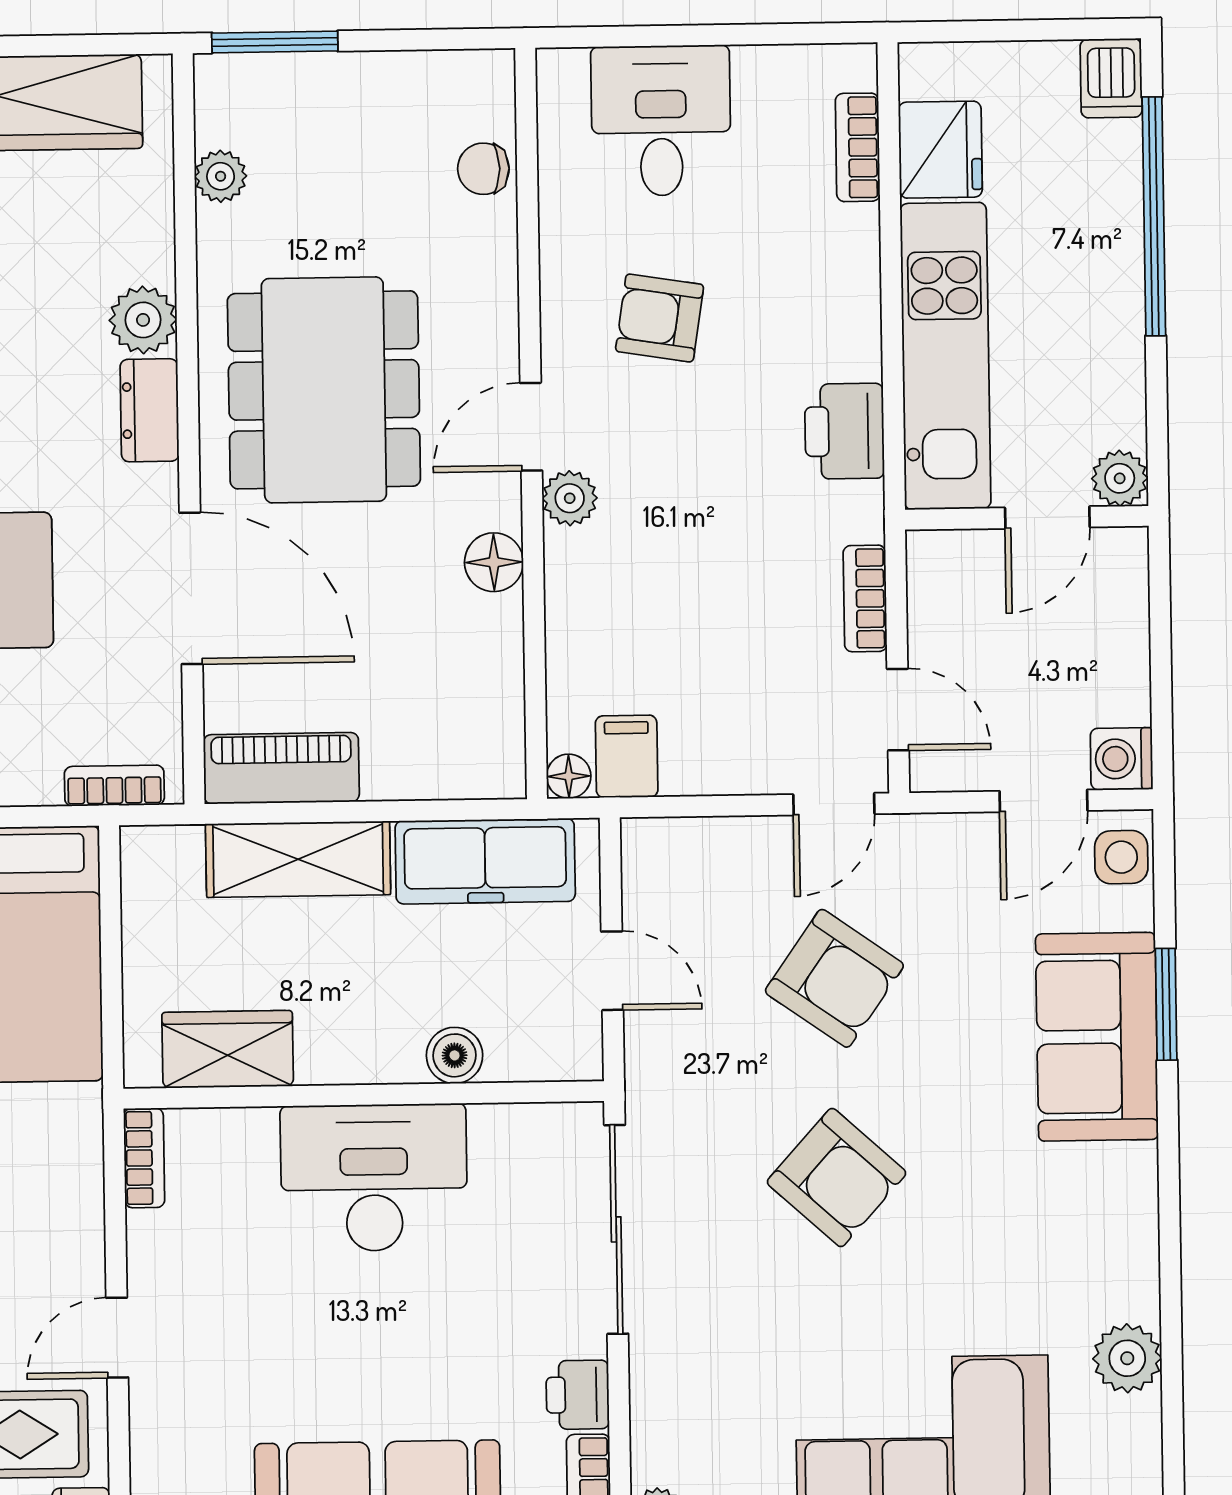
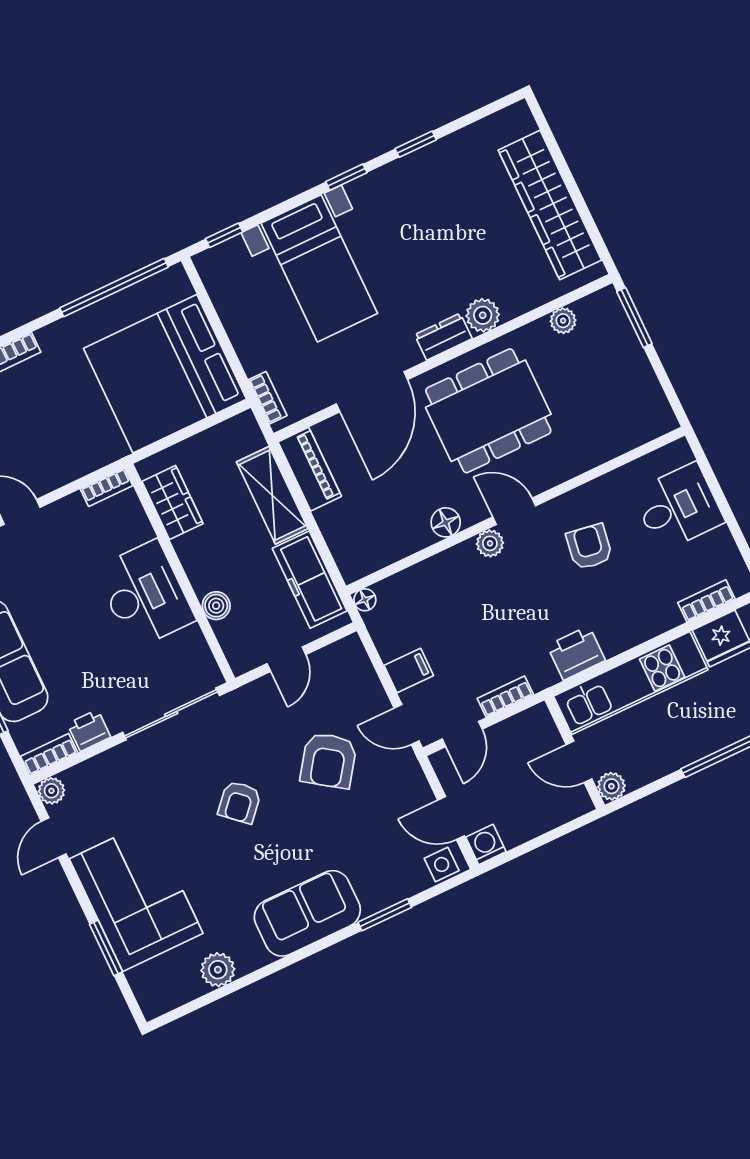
chair: (483, 169) -> (620, 437), removed
filing cabinet: (627, 756) -> (409, 670), moved
sofa: (1097, 1037) -> (307, 913), moved
armchair: (837, 1178) -> (239, 802), width x0.72, depth x0.72

